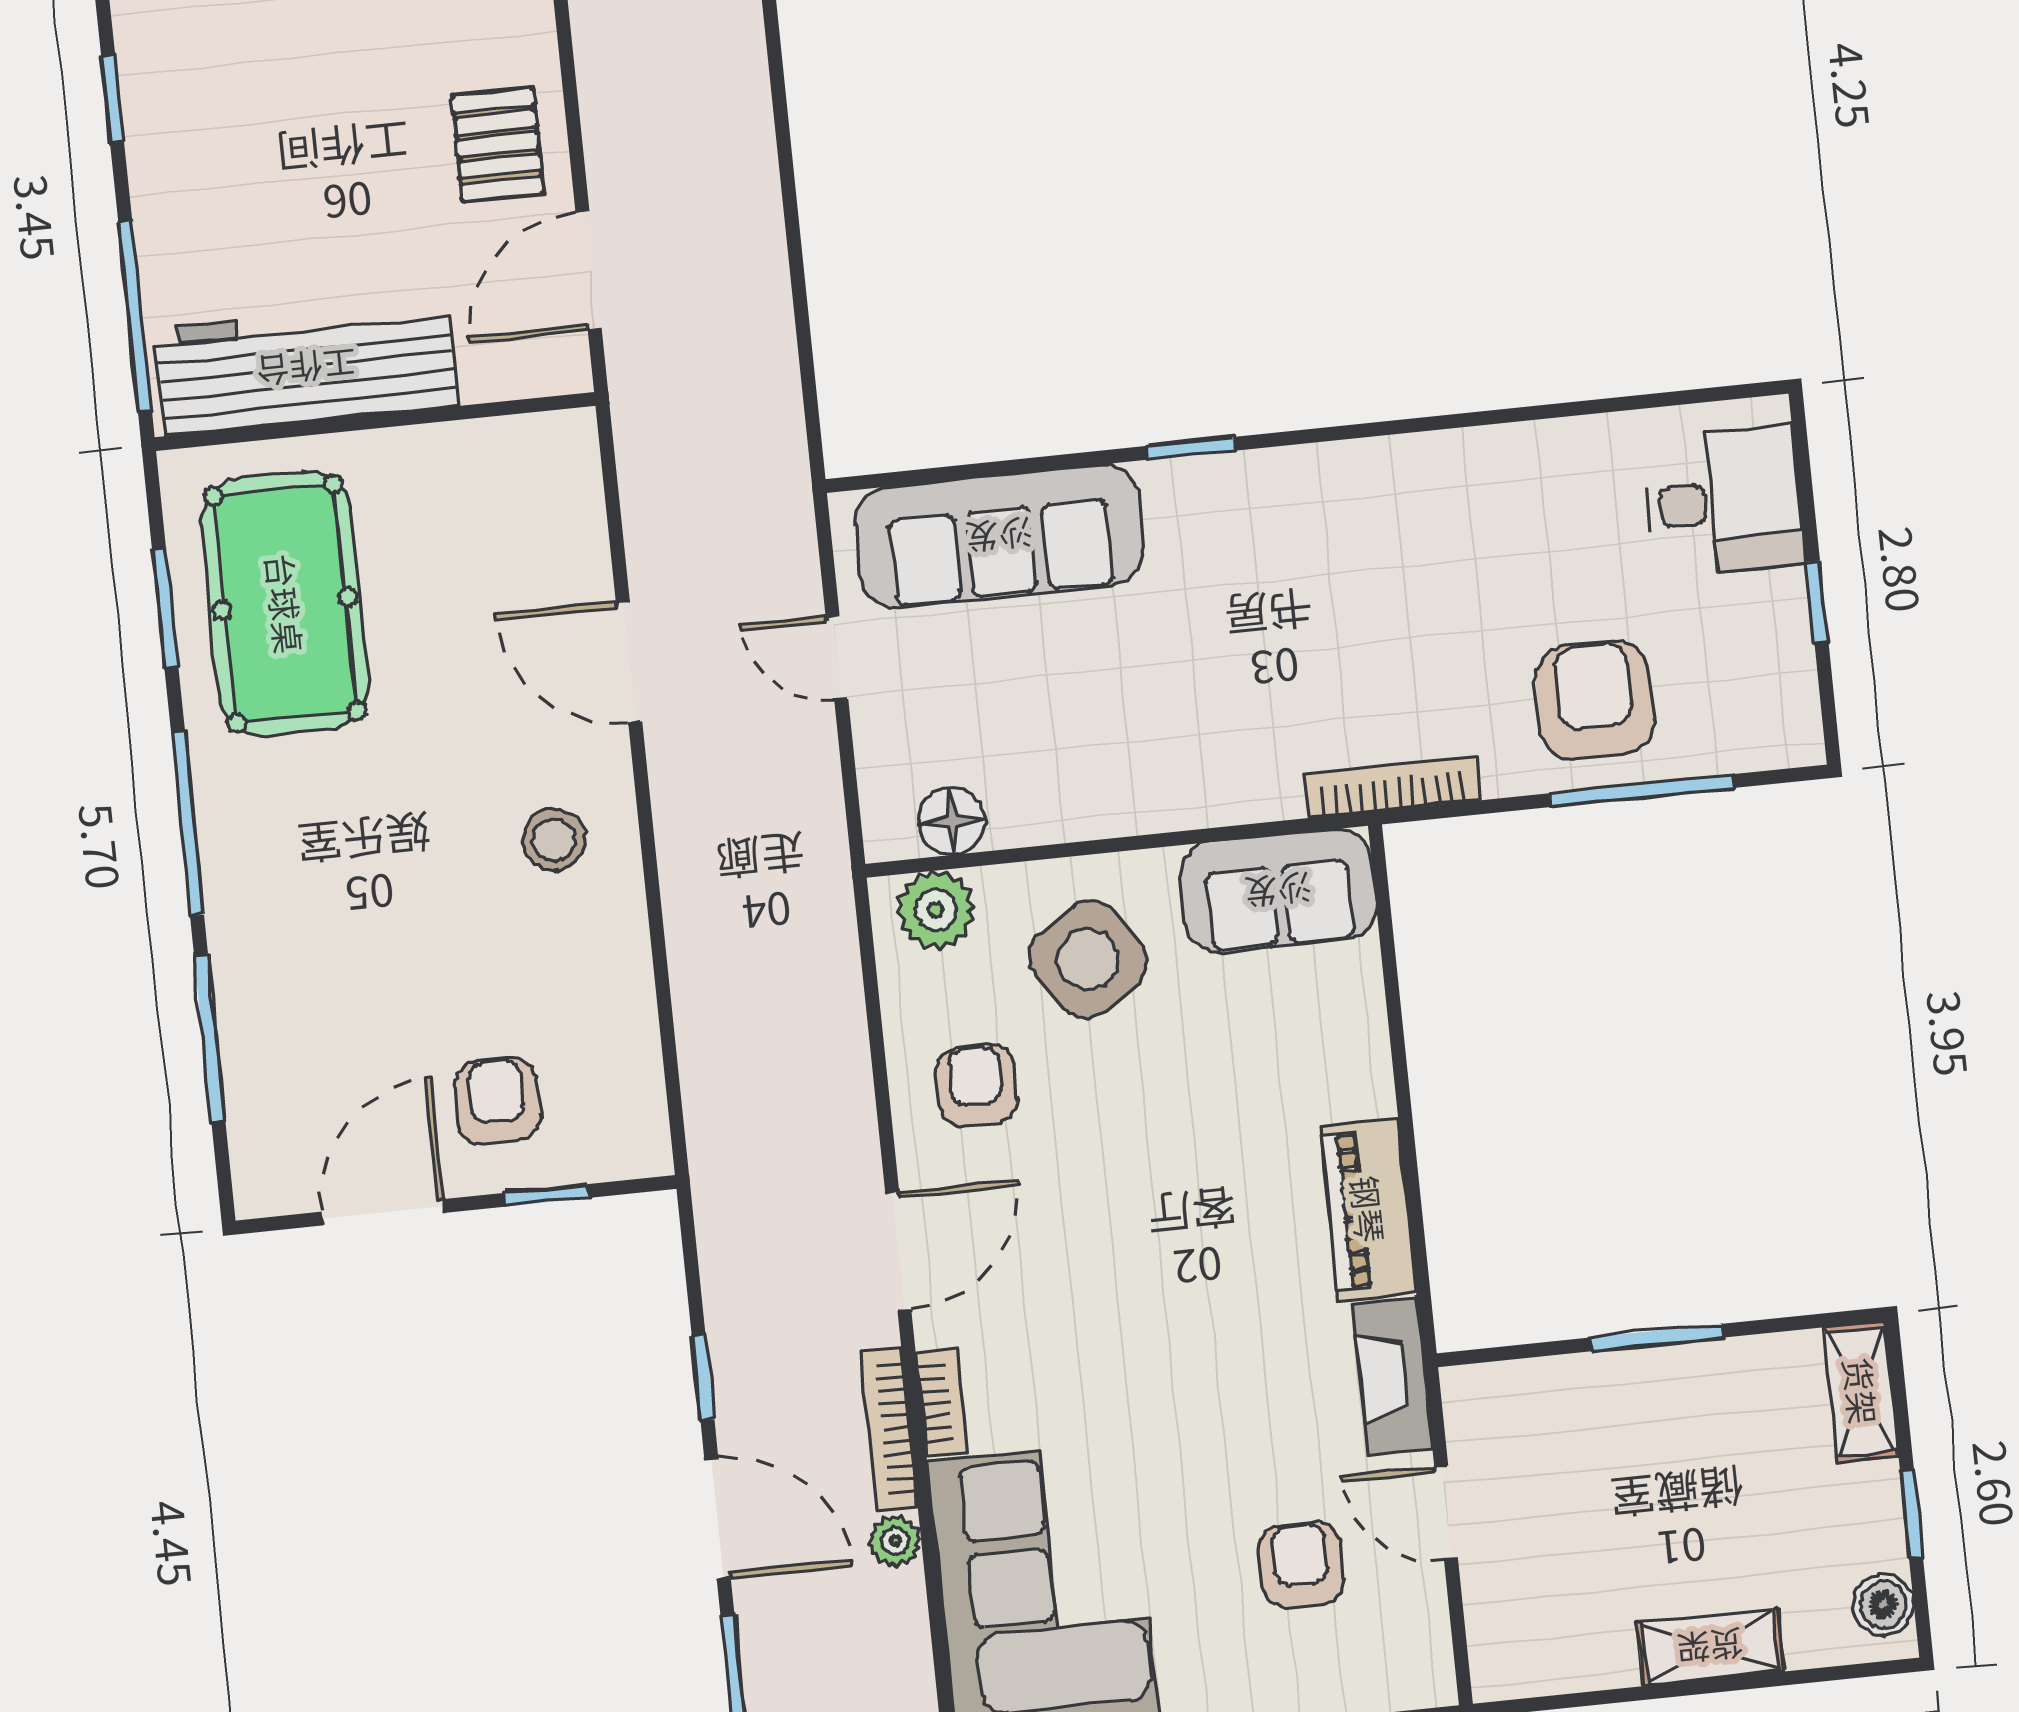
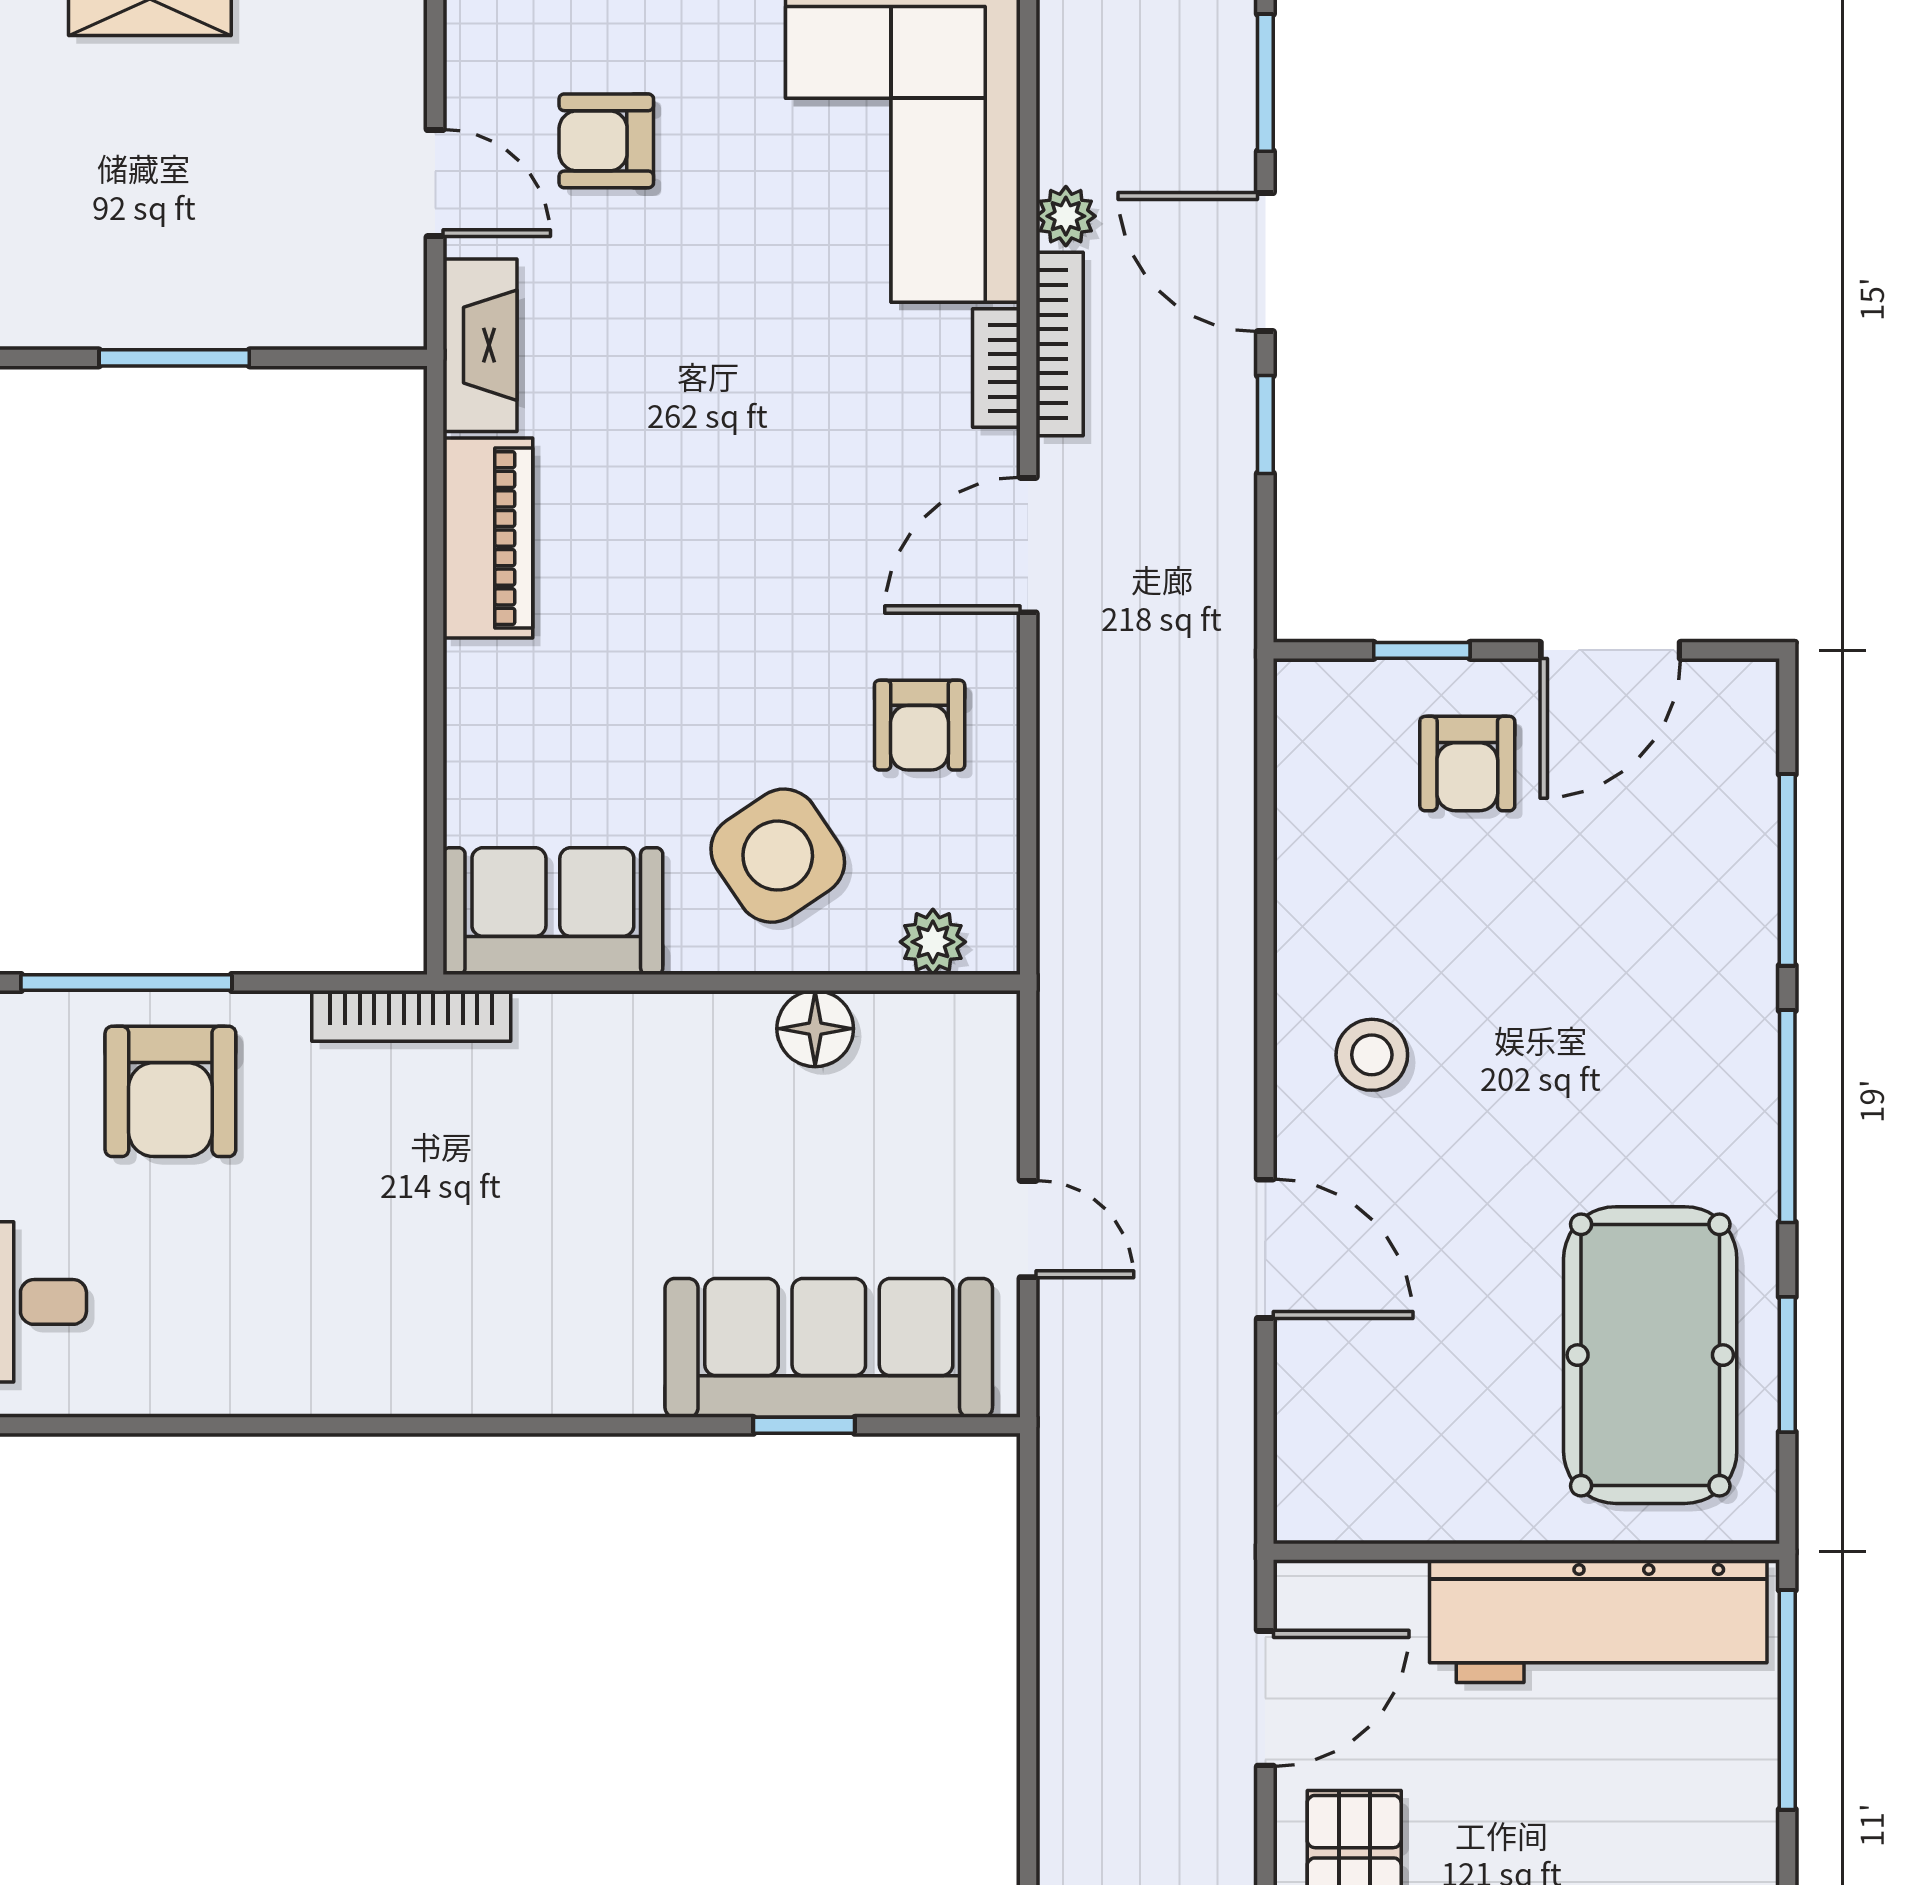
window: (1191, 448) -> (804, 1425), moved
floor lamp: (952, 821) -> (815, 1029), moved
plant: (936, 910) -> (933, 942), width x0.73, depth x0.73
armchair: (1301, 1565) -> (606, 141), turned 90

